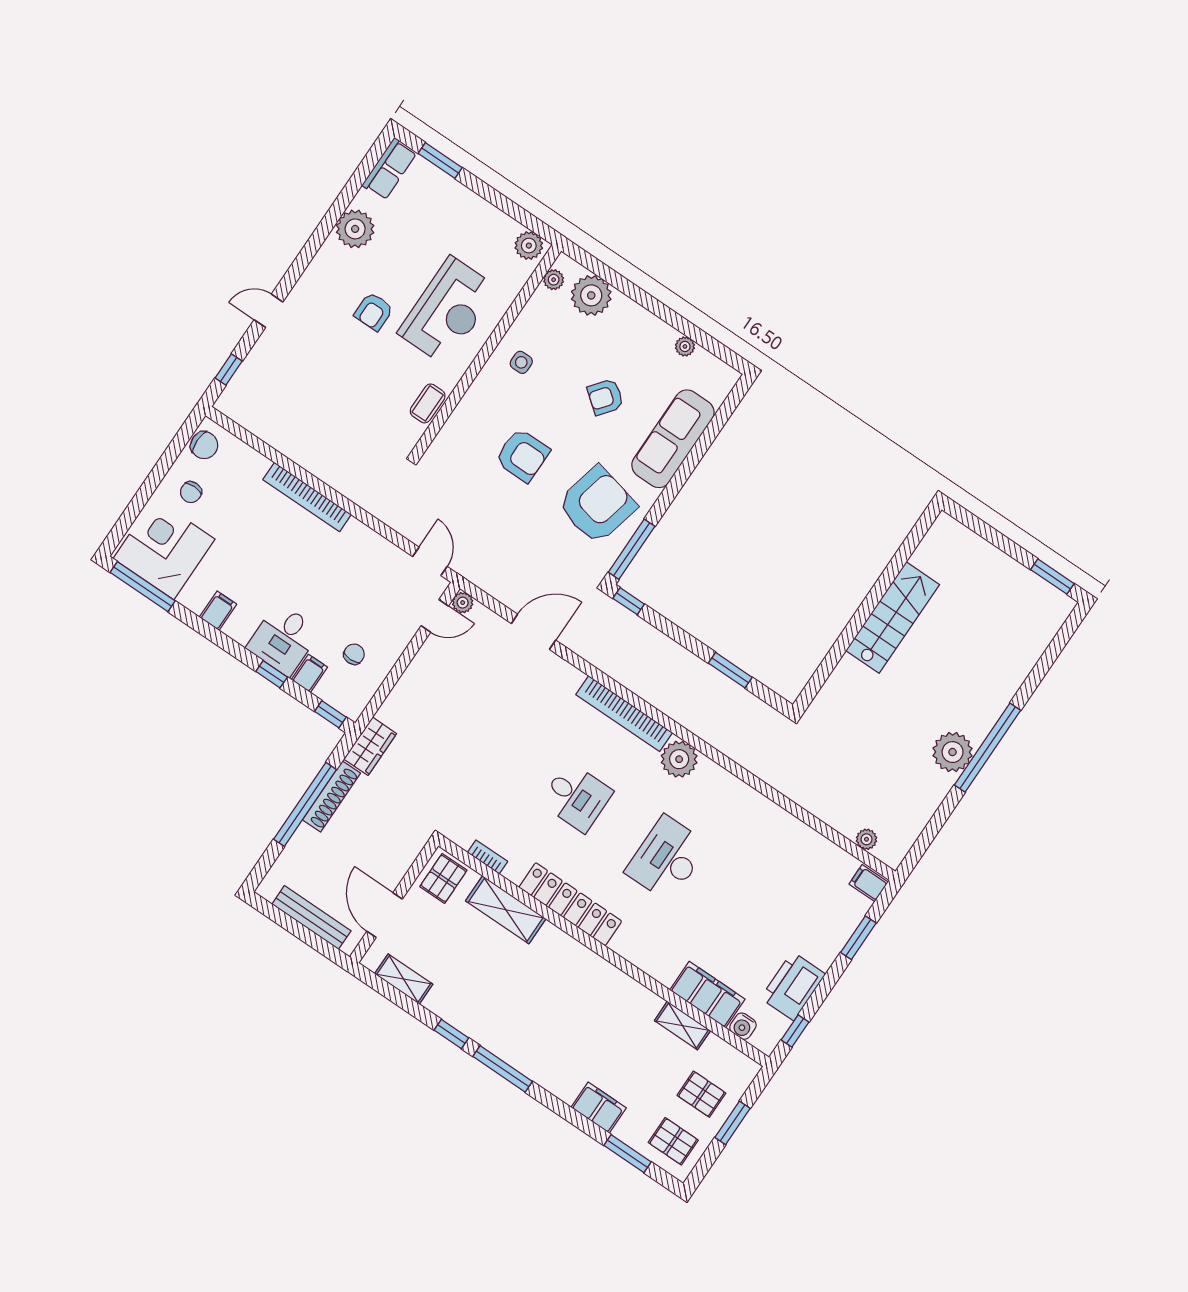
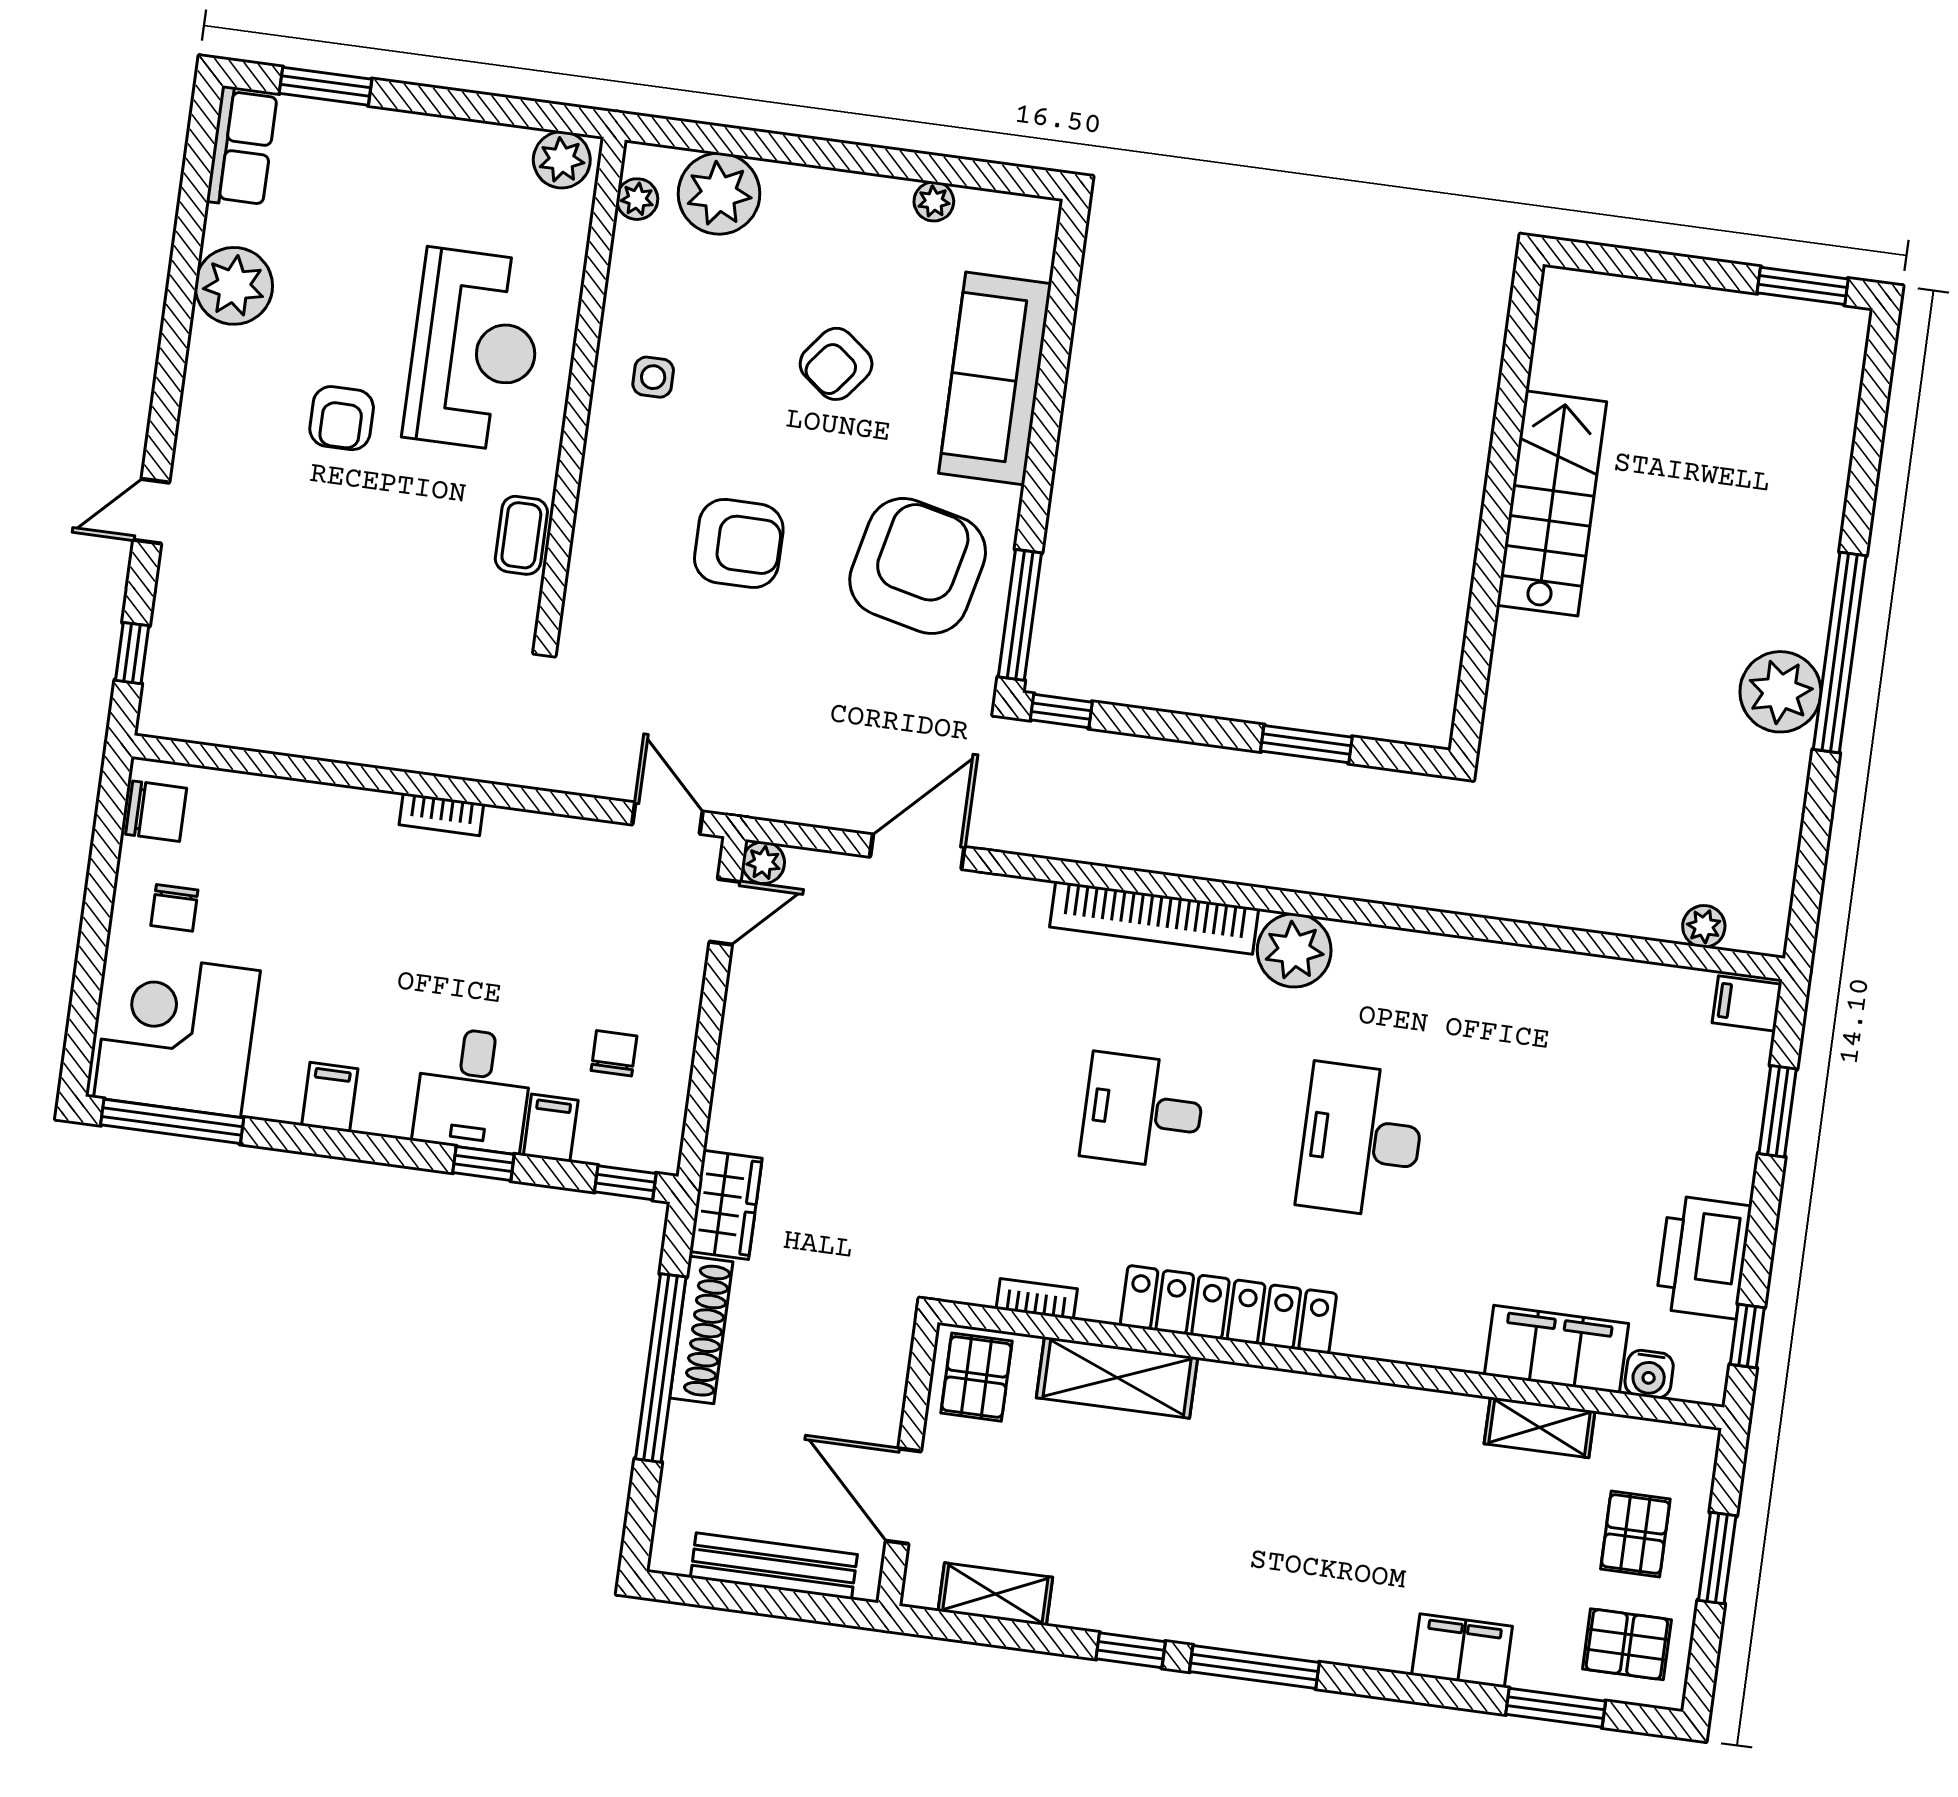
bookcase: (307, 497) -> (441, 814), width x0.43, depth x0.76
desk: (576, 797) -> (1143, 1111), turned 180
pallet: (701, 1094) -> (1635, 1534), turned 90

